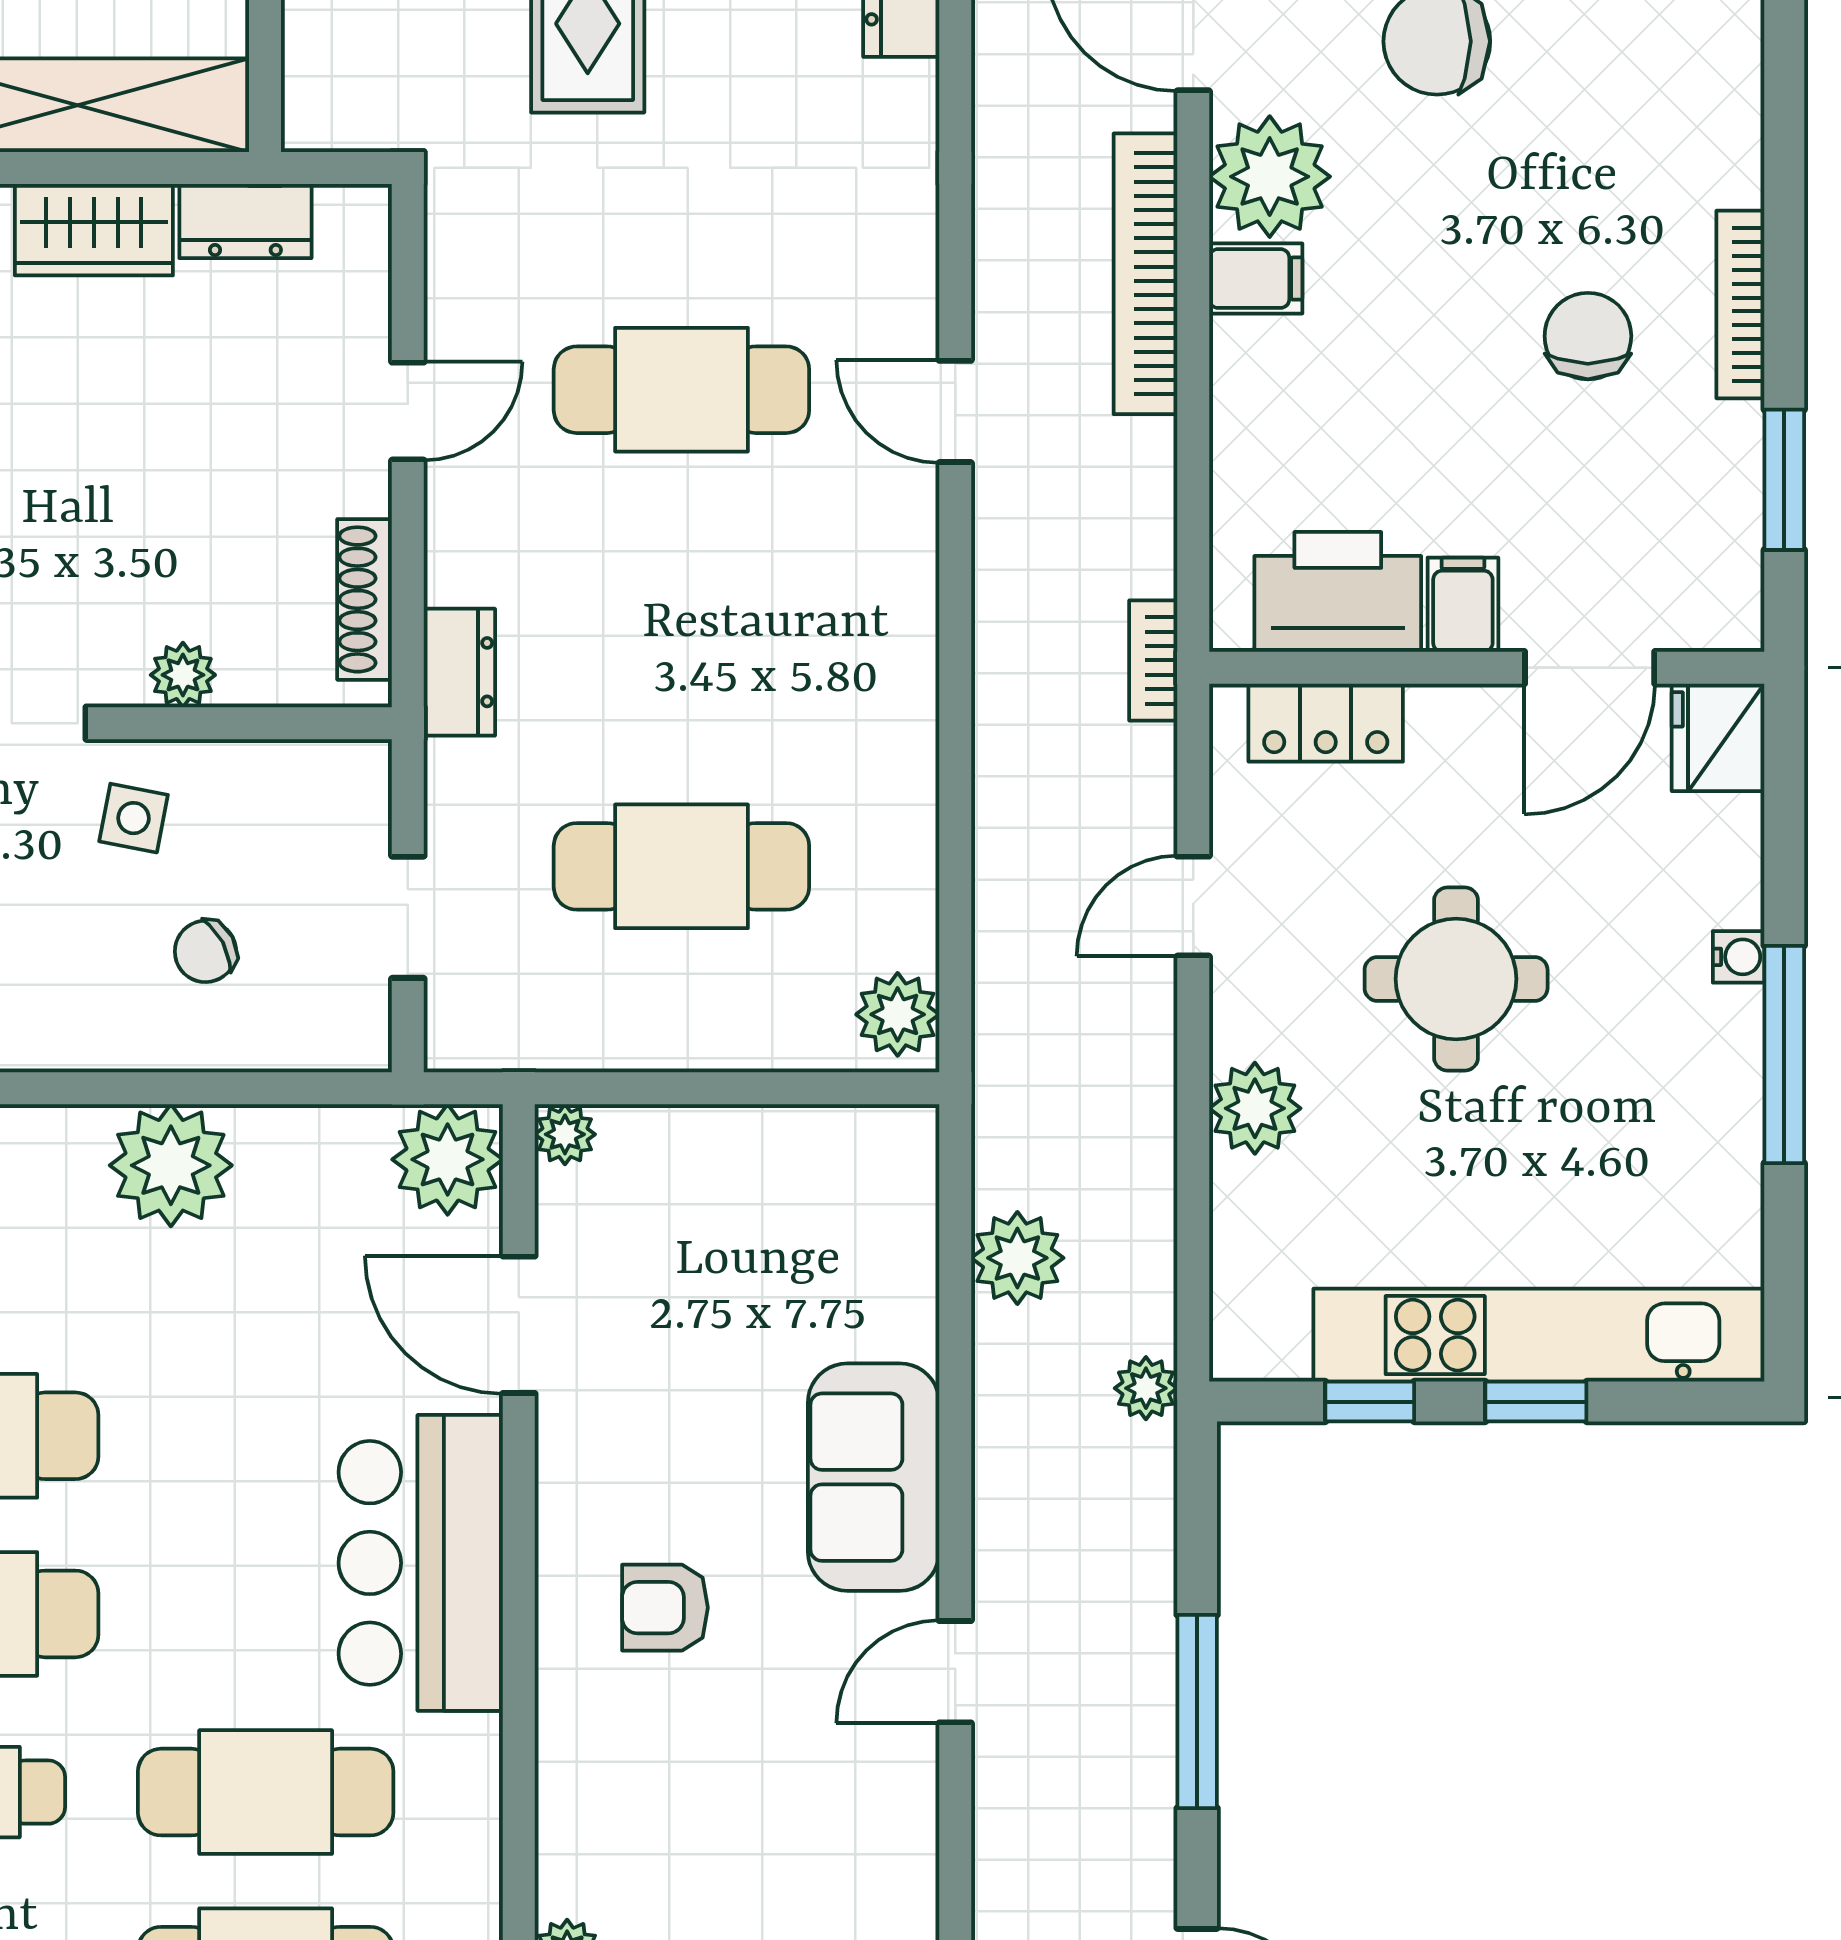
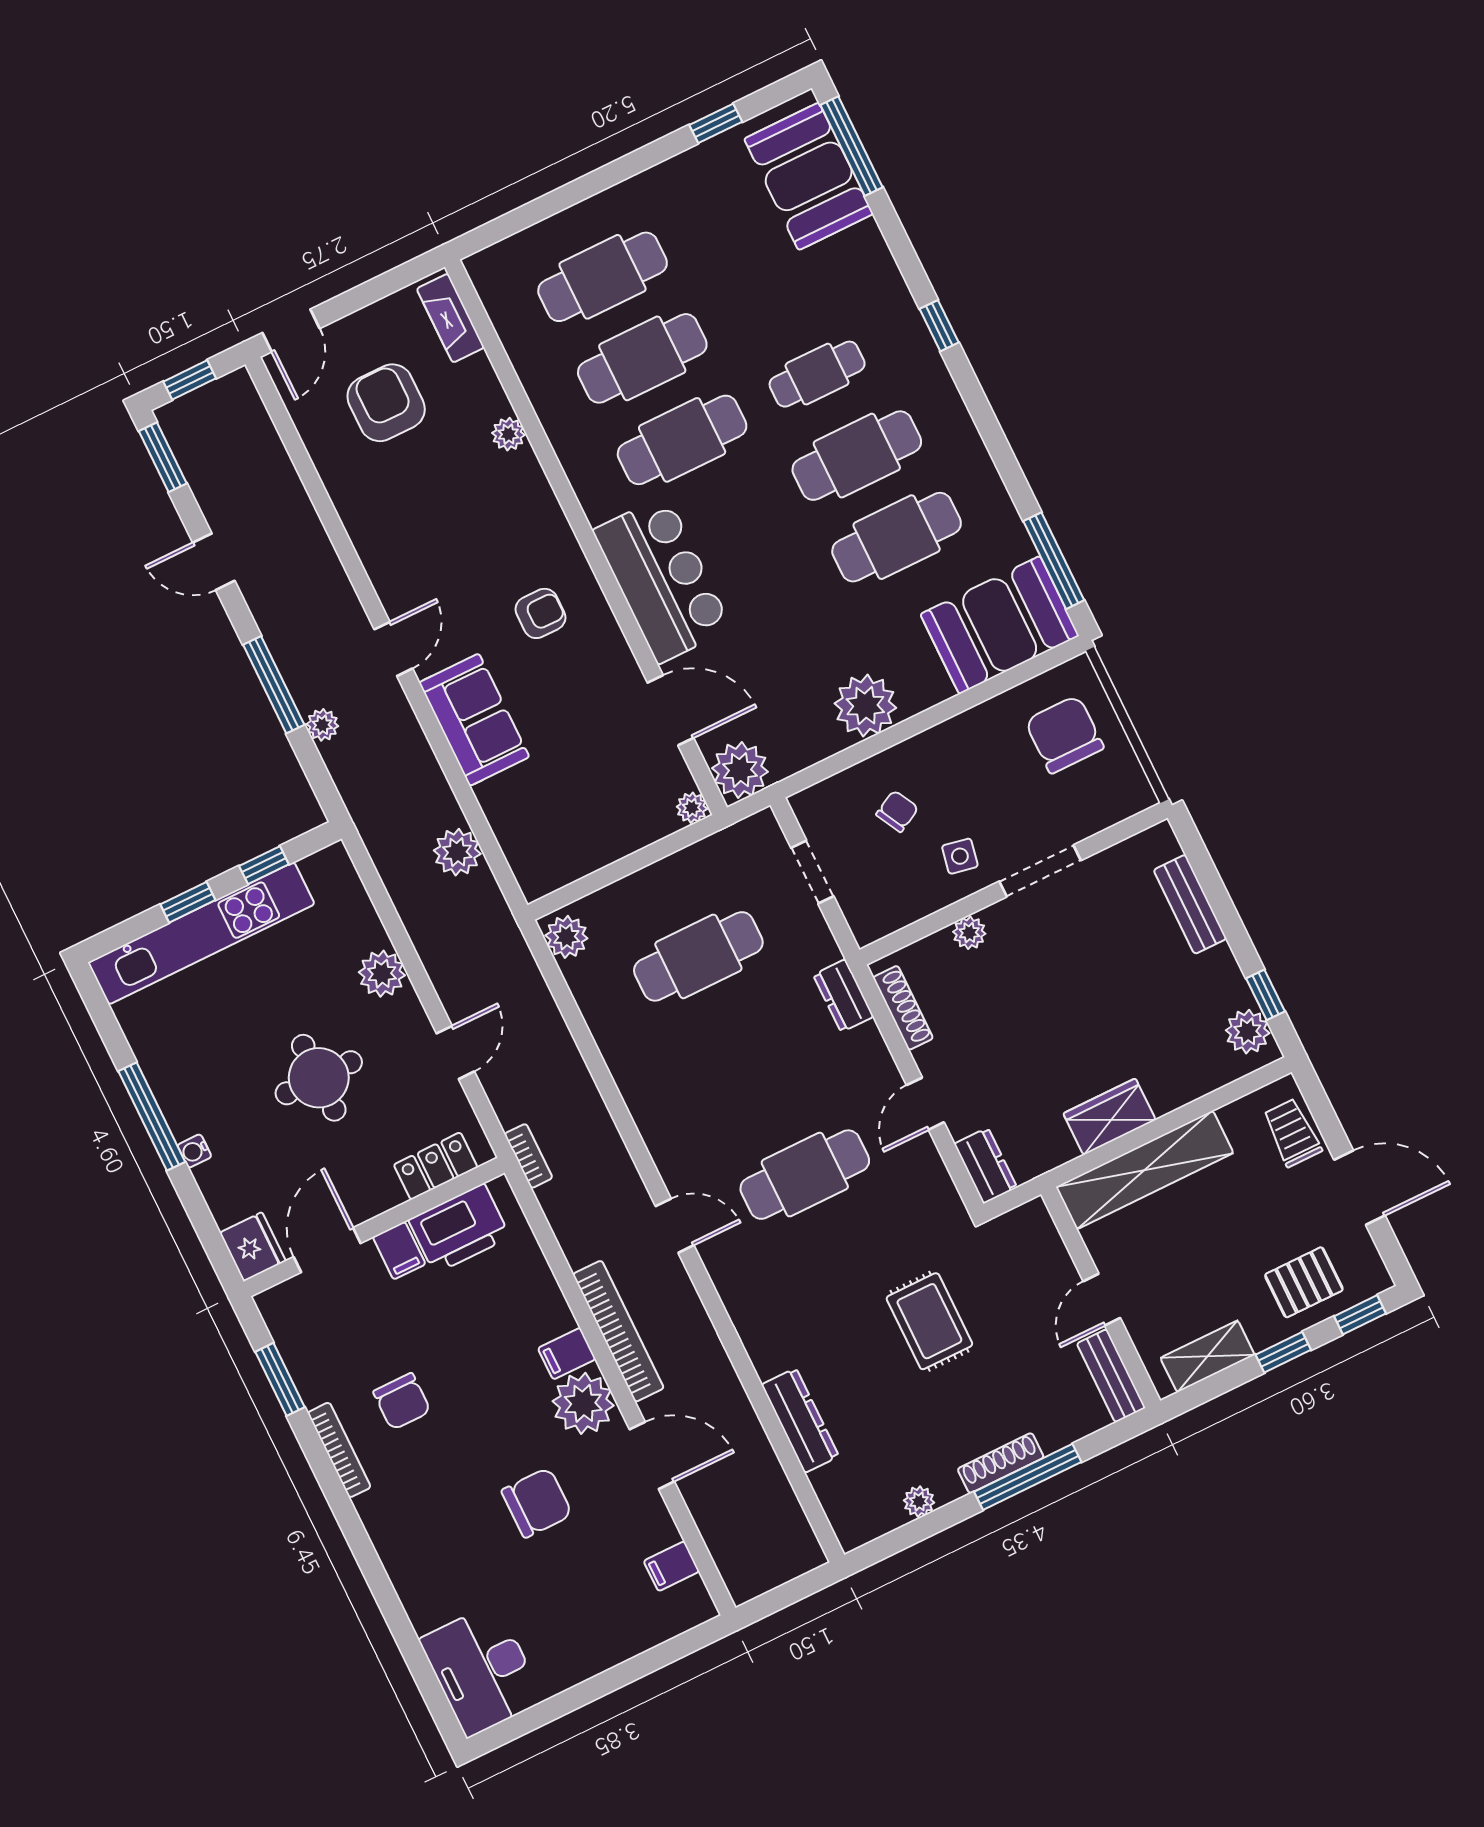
dresser: (245, 221) -> (986, 1166), moved, turned 90
plant: (1146, 1388) -> (322, 725), moved

